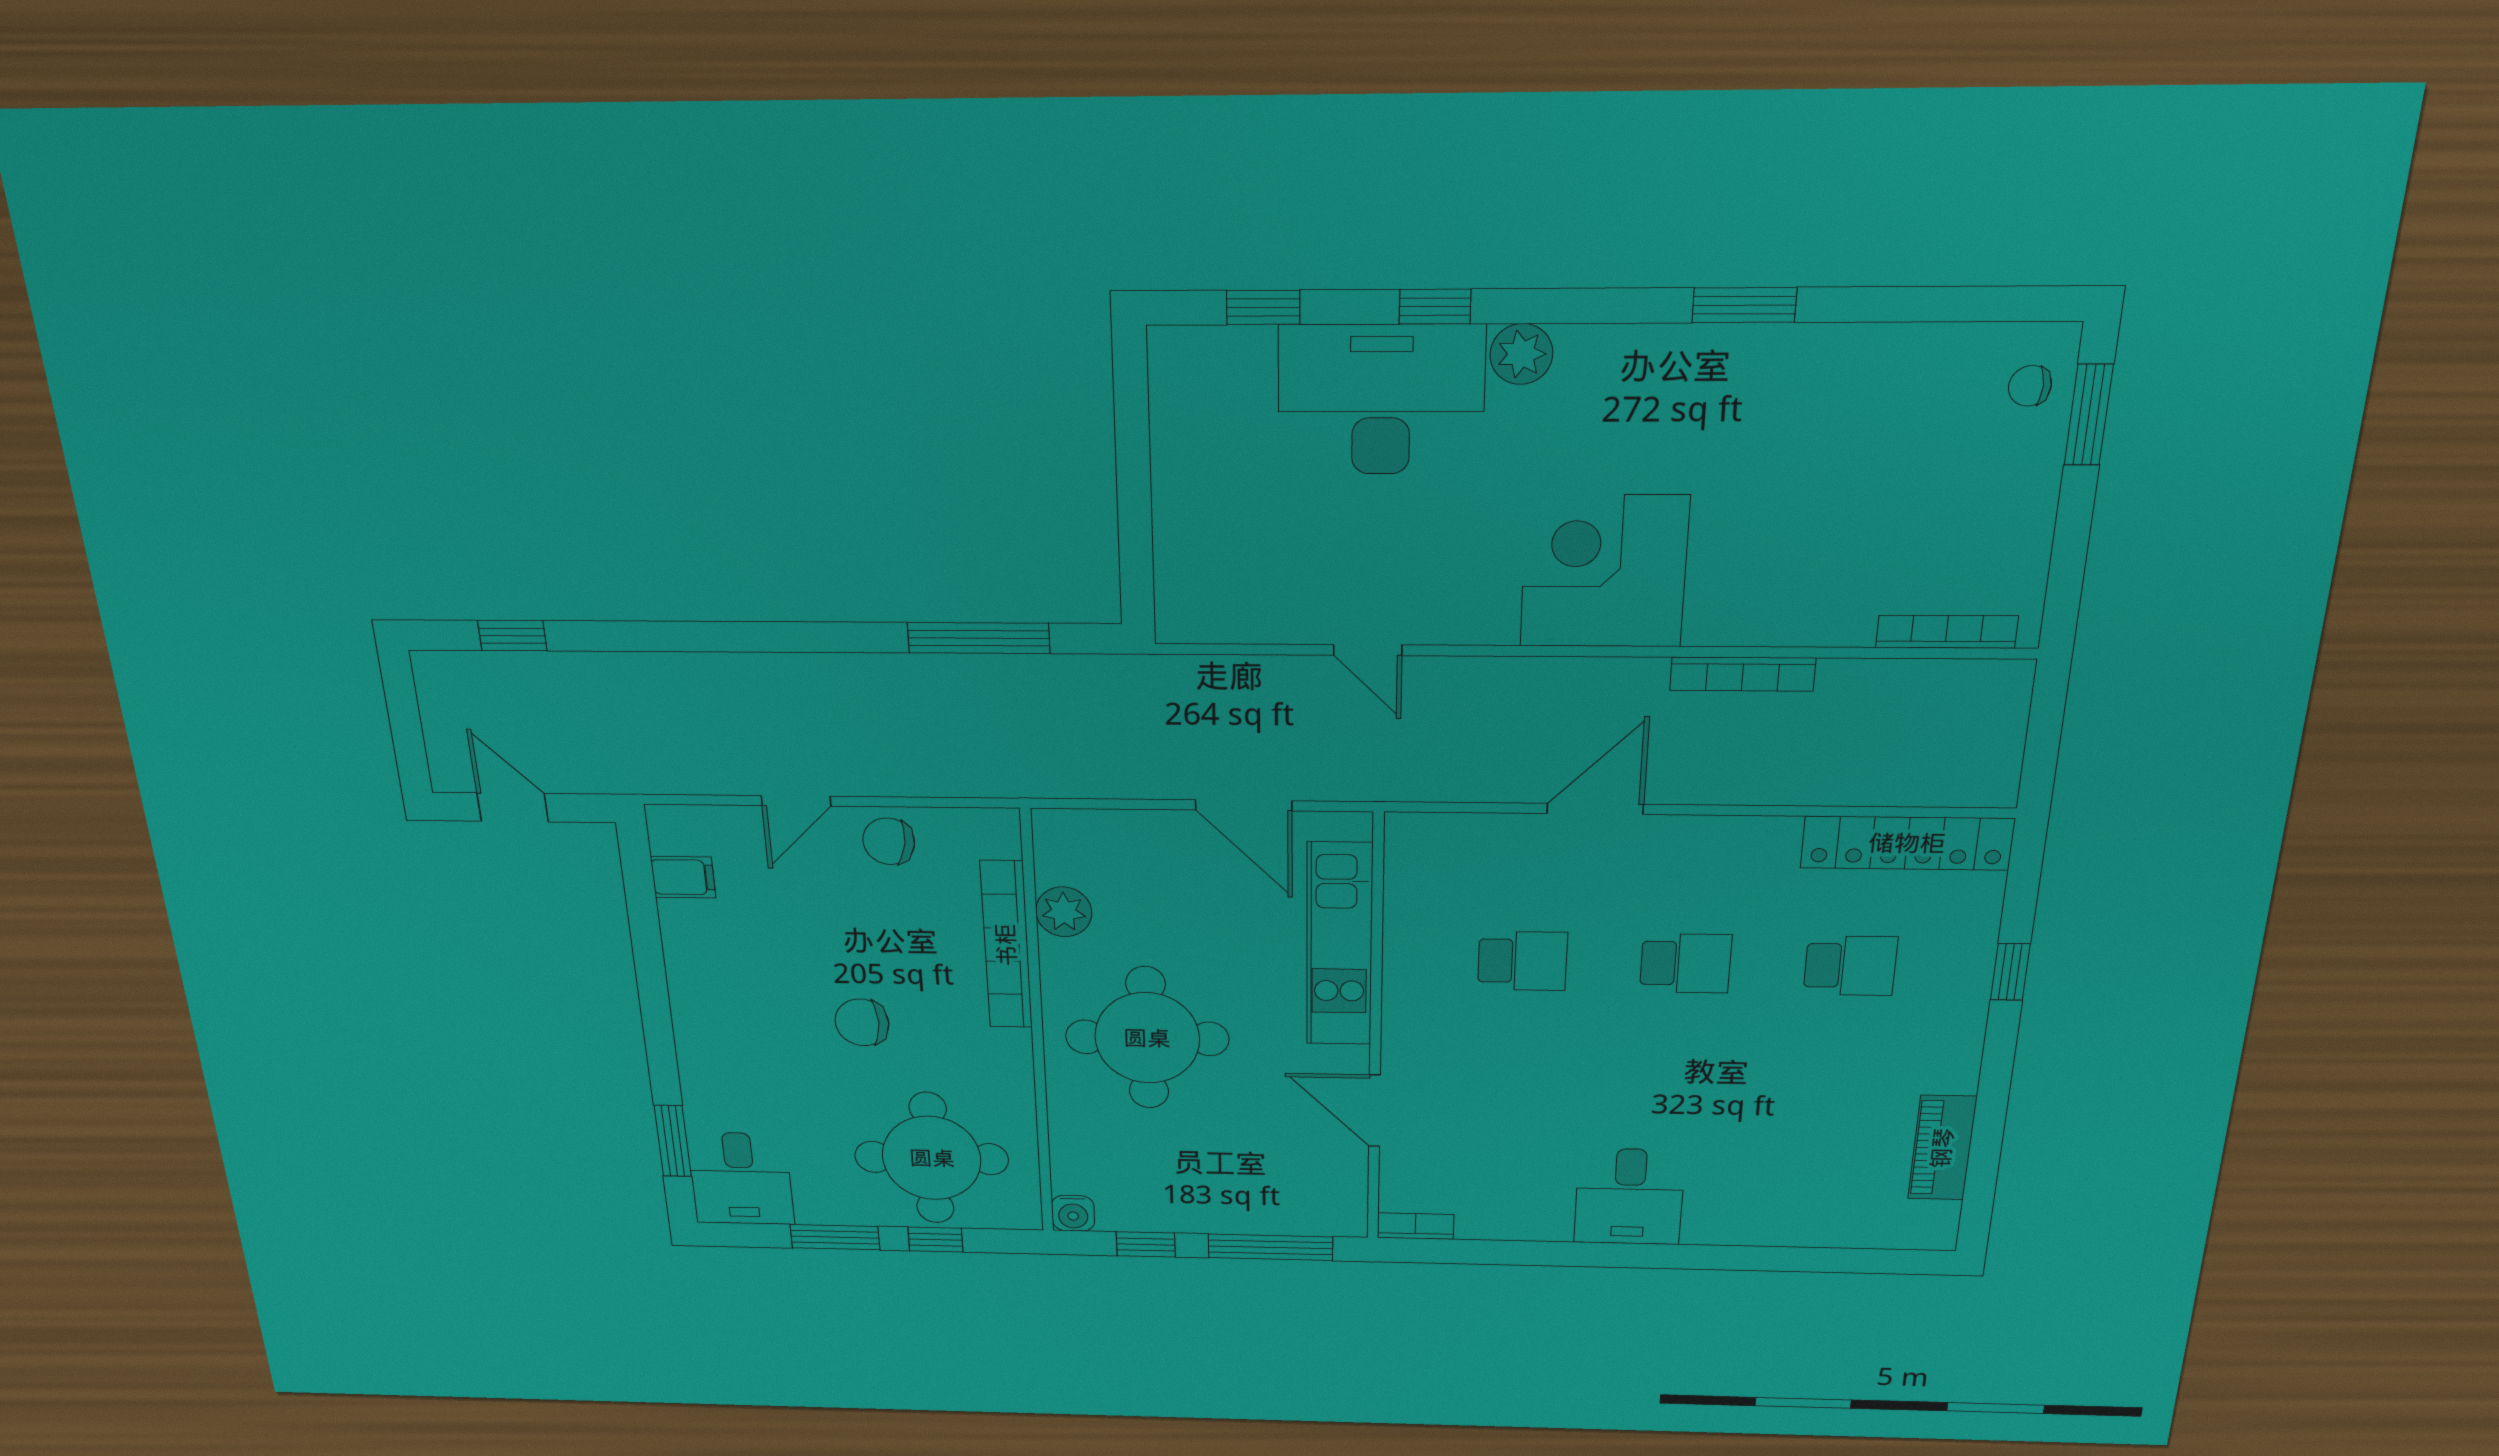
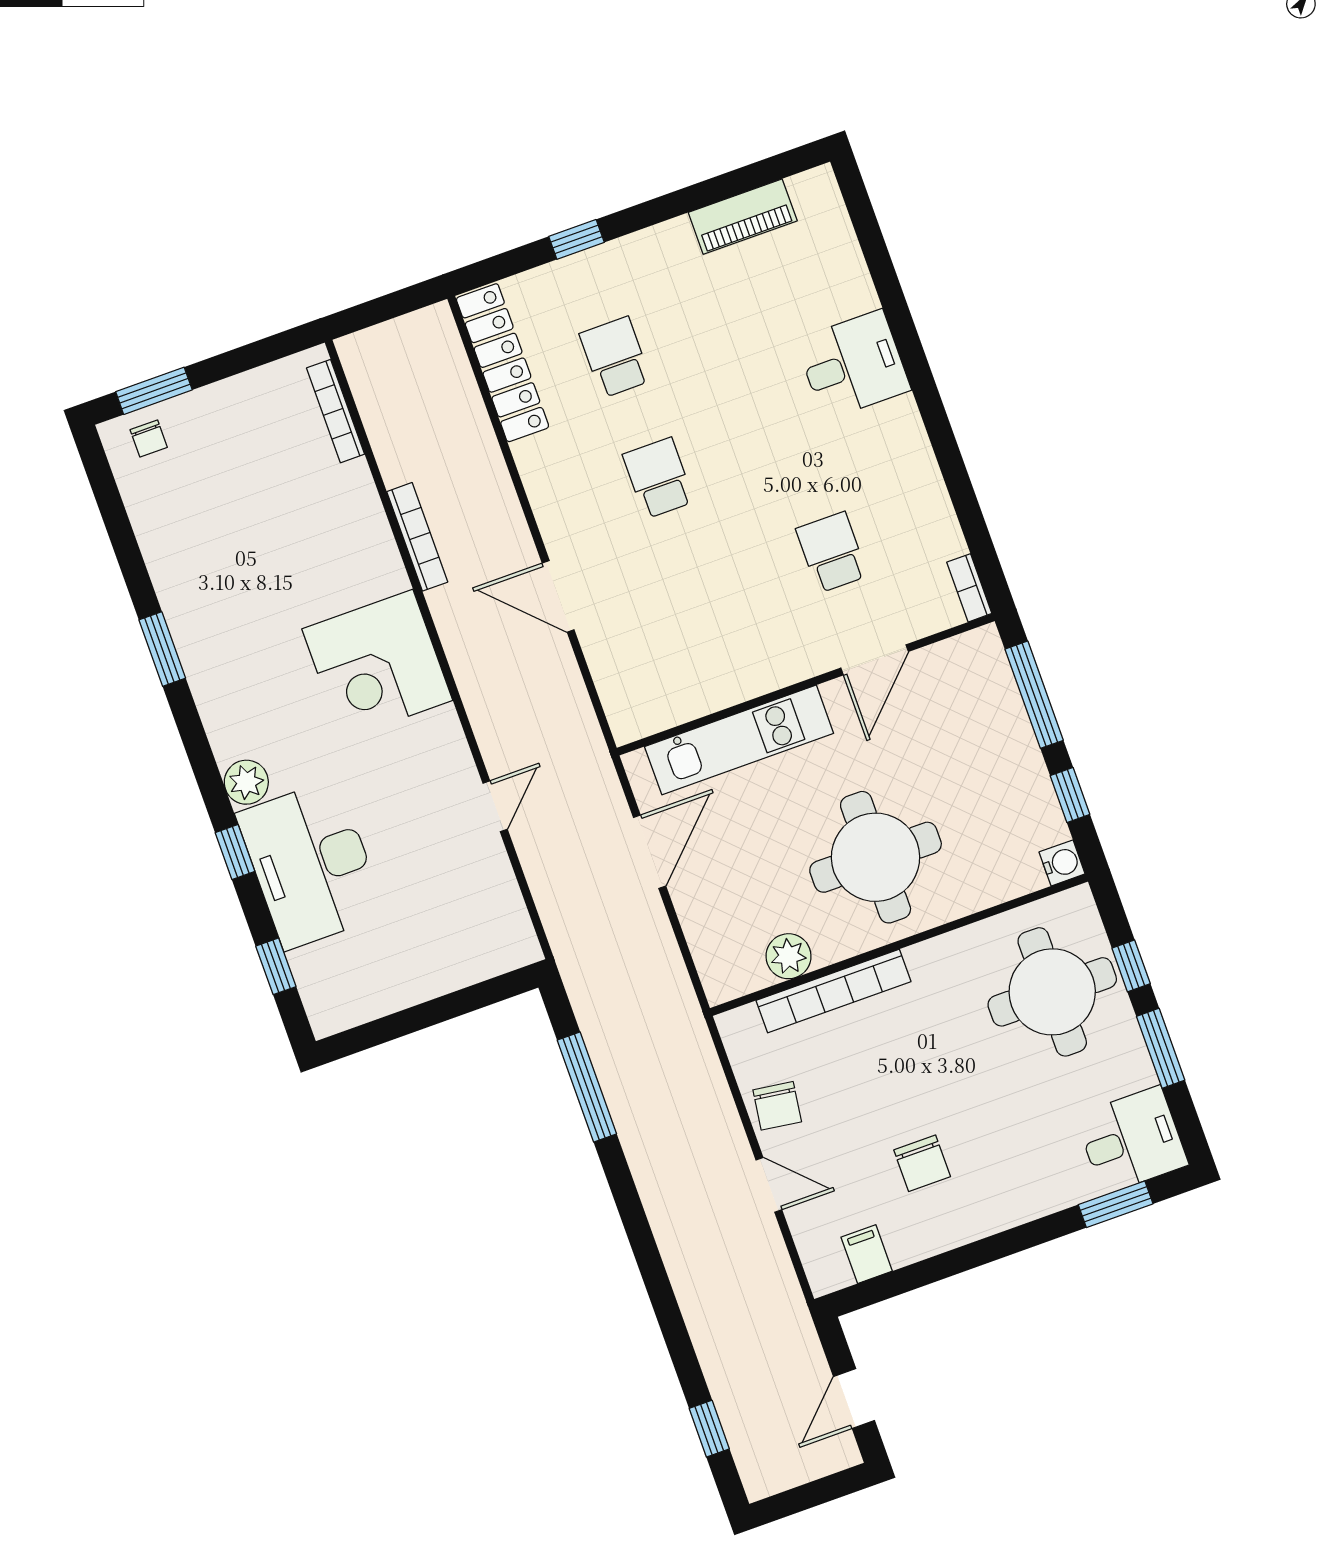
school desk: (1522, 961) -> (832, 552), moved
chair: (862, 1022) -> (922, 1163), moved
desk: (1629, 1197) -> (853, 365), moved

